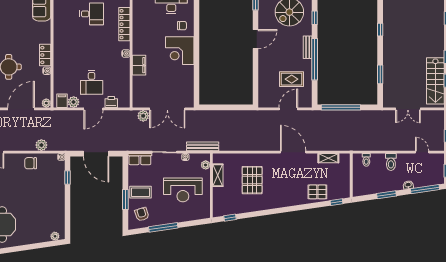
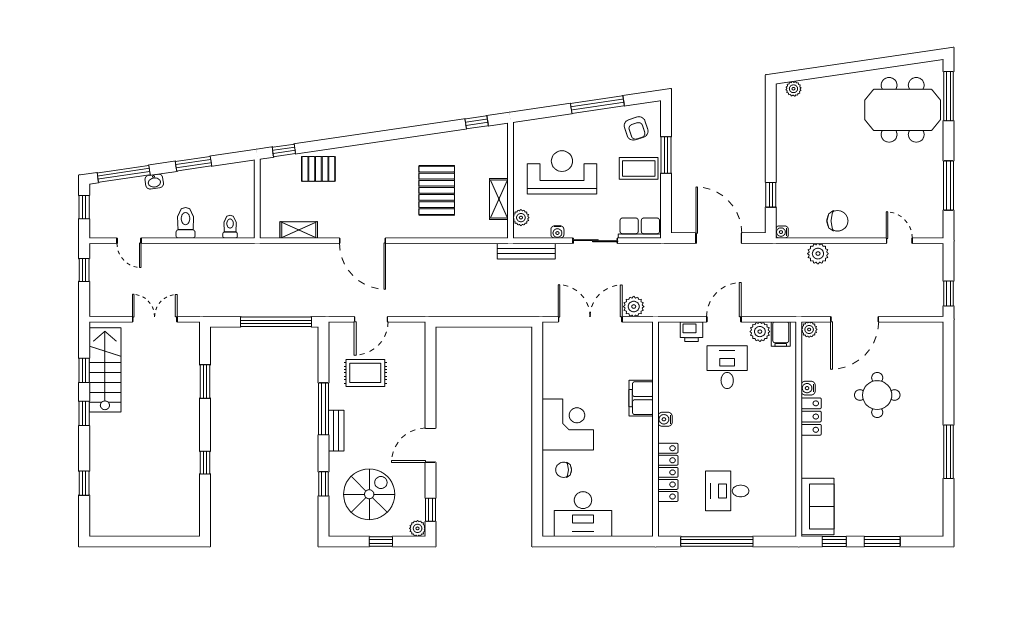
window: (315, 59) -> (323, 409), width x0.68

